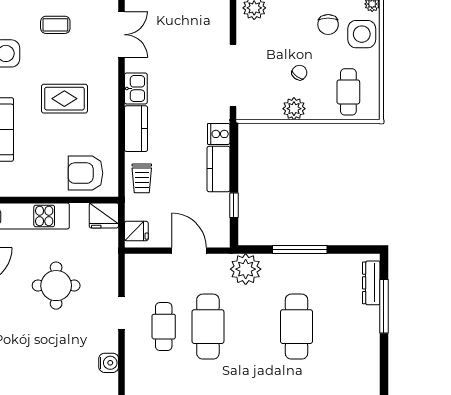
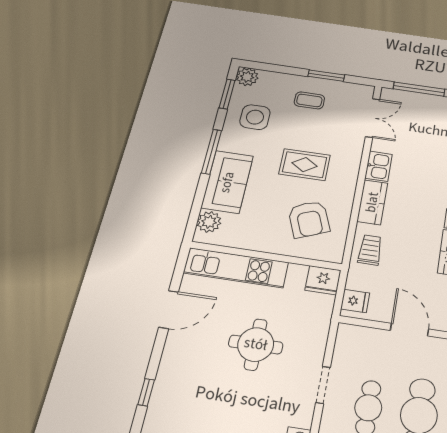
armchair: (85, 173) -> (309, 219), moved, turned -112
trolley: (142, 178) -> (370, 250), turned 180

